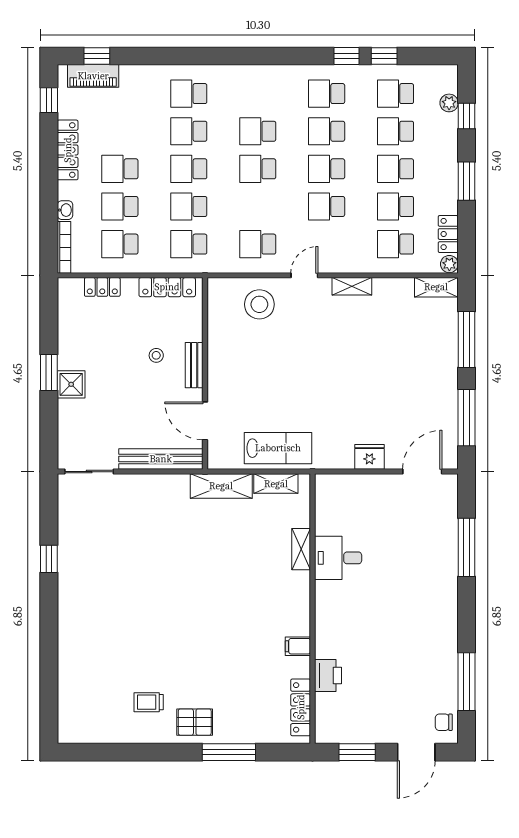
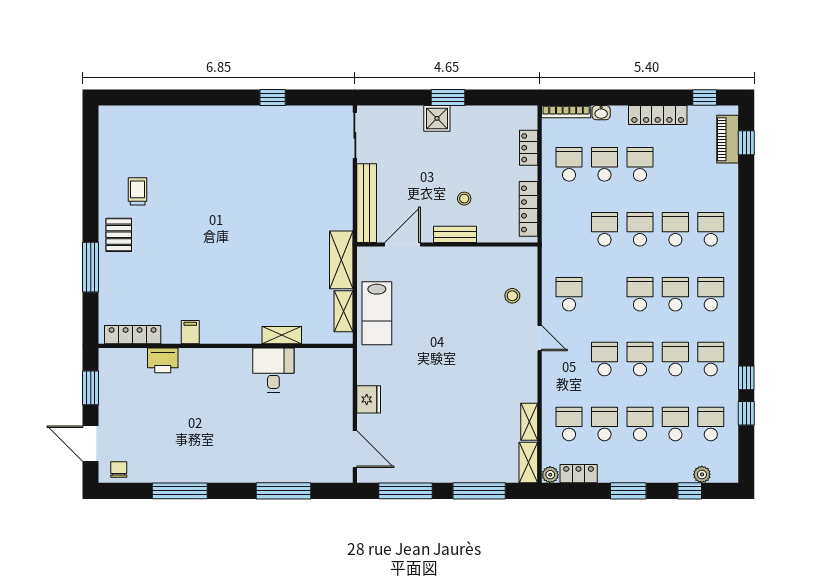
school desk: (189, 244) -> (711, 294), moved
shelving: (352, 286) -> (529, 422), moved
stool: (259, 304) -> (512, 296), width x0.53, depth x0.53
window: (467, 682) -> (180, 491), moved

